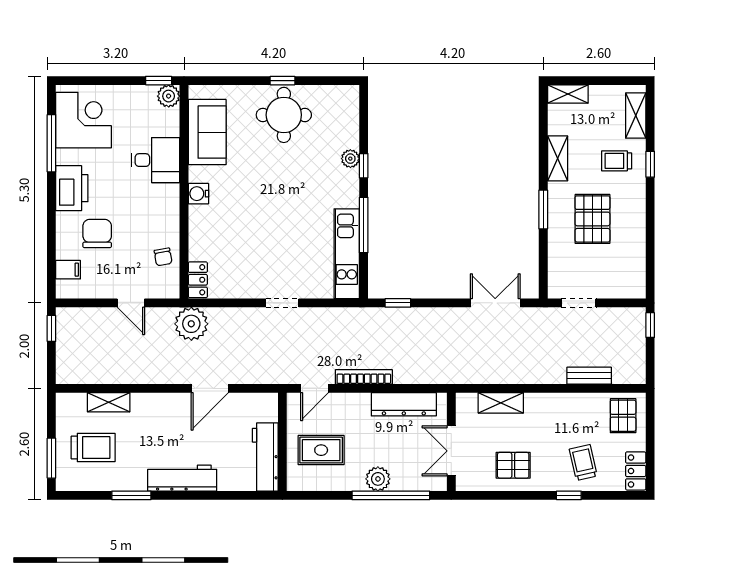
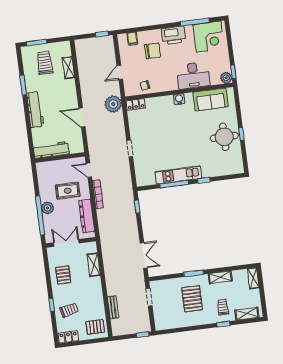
plant: (350, 159) -> (207, 173), removed
desk: (155, 160) -> (193, 75), width x1.37
pallet: (592, 219) -> (192, 299), turned 90
kitchen unit: (347, 254) -> (178, 175), moved
trolley: (93, 447) -> (45, 63), turned 180
rug: (321, 450) -> (68, 191), moved, turned 90

